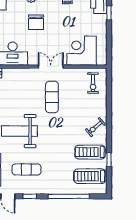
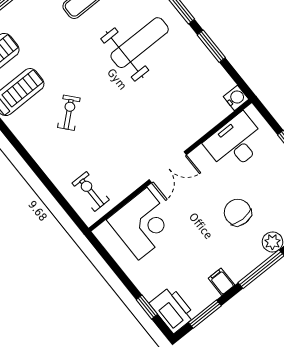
exercise mat: (52, 97) -> (132, 126), removed
exercise bike: (95, 127) -> (69, 113), moved

